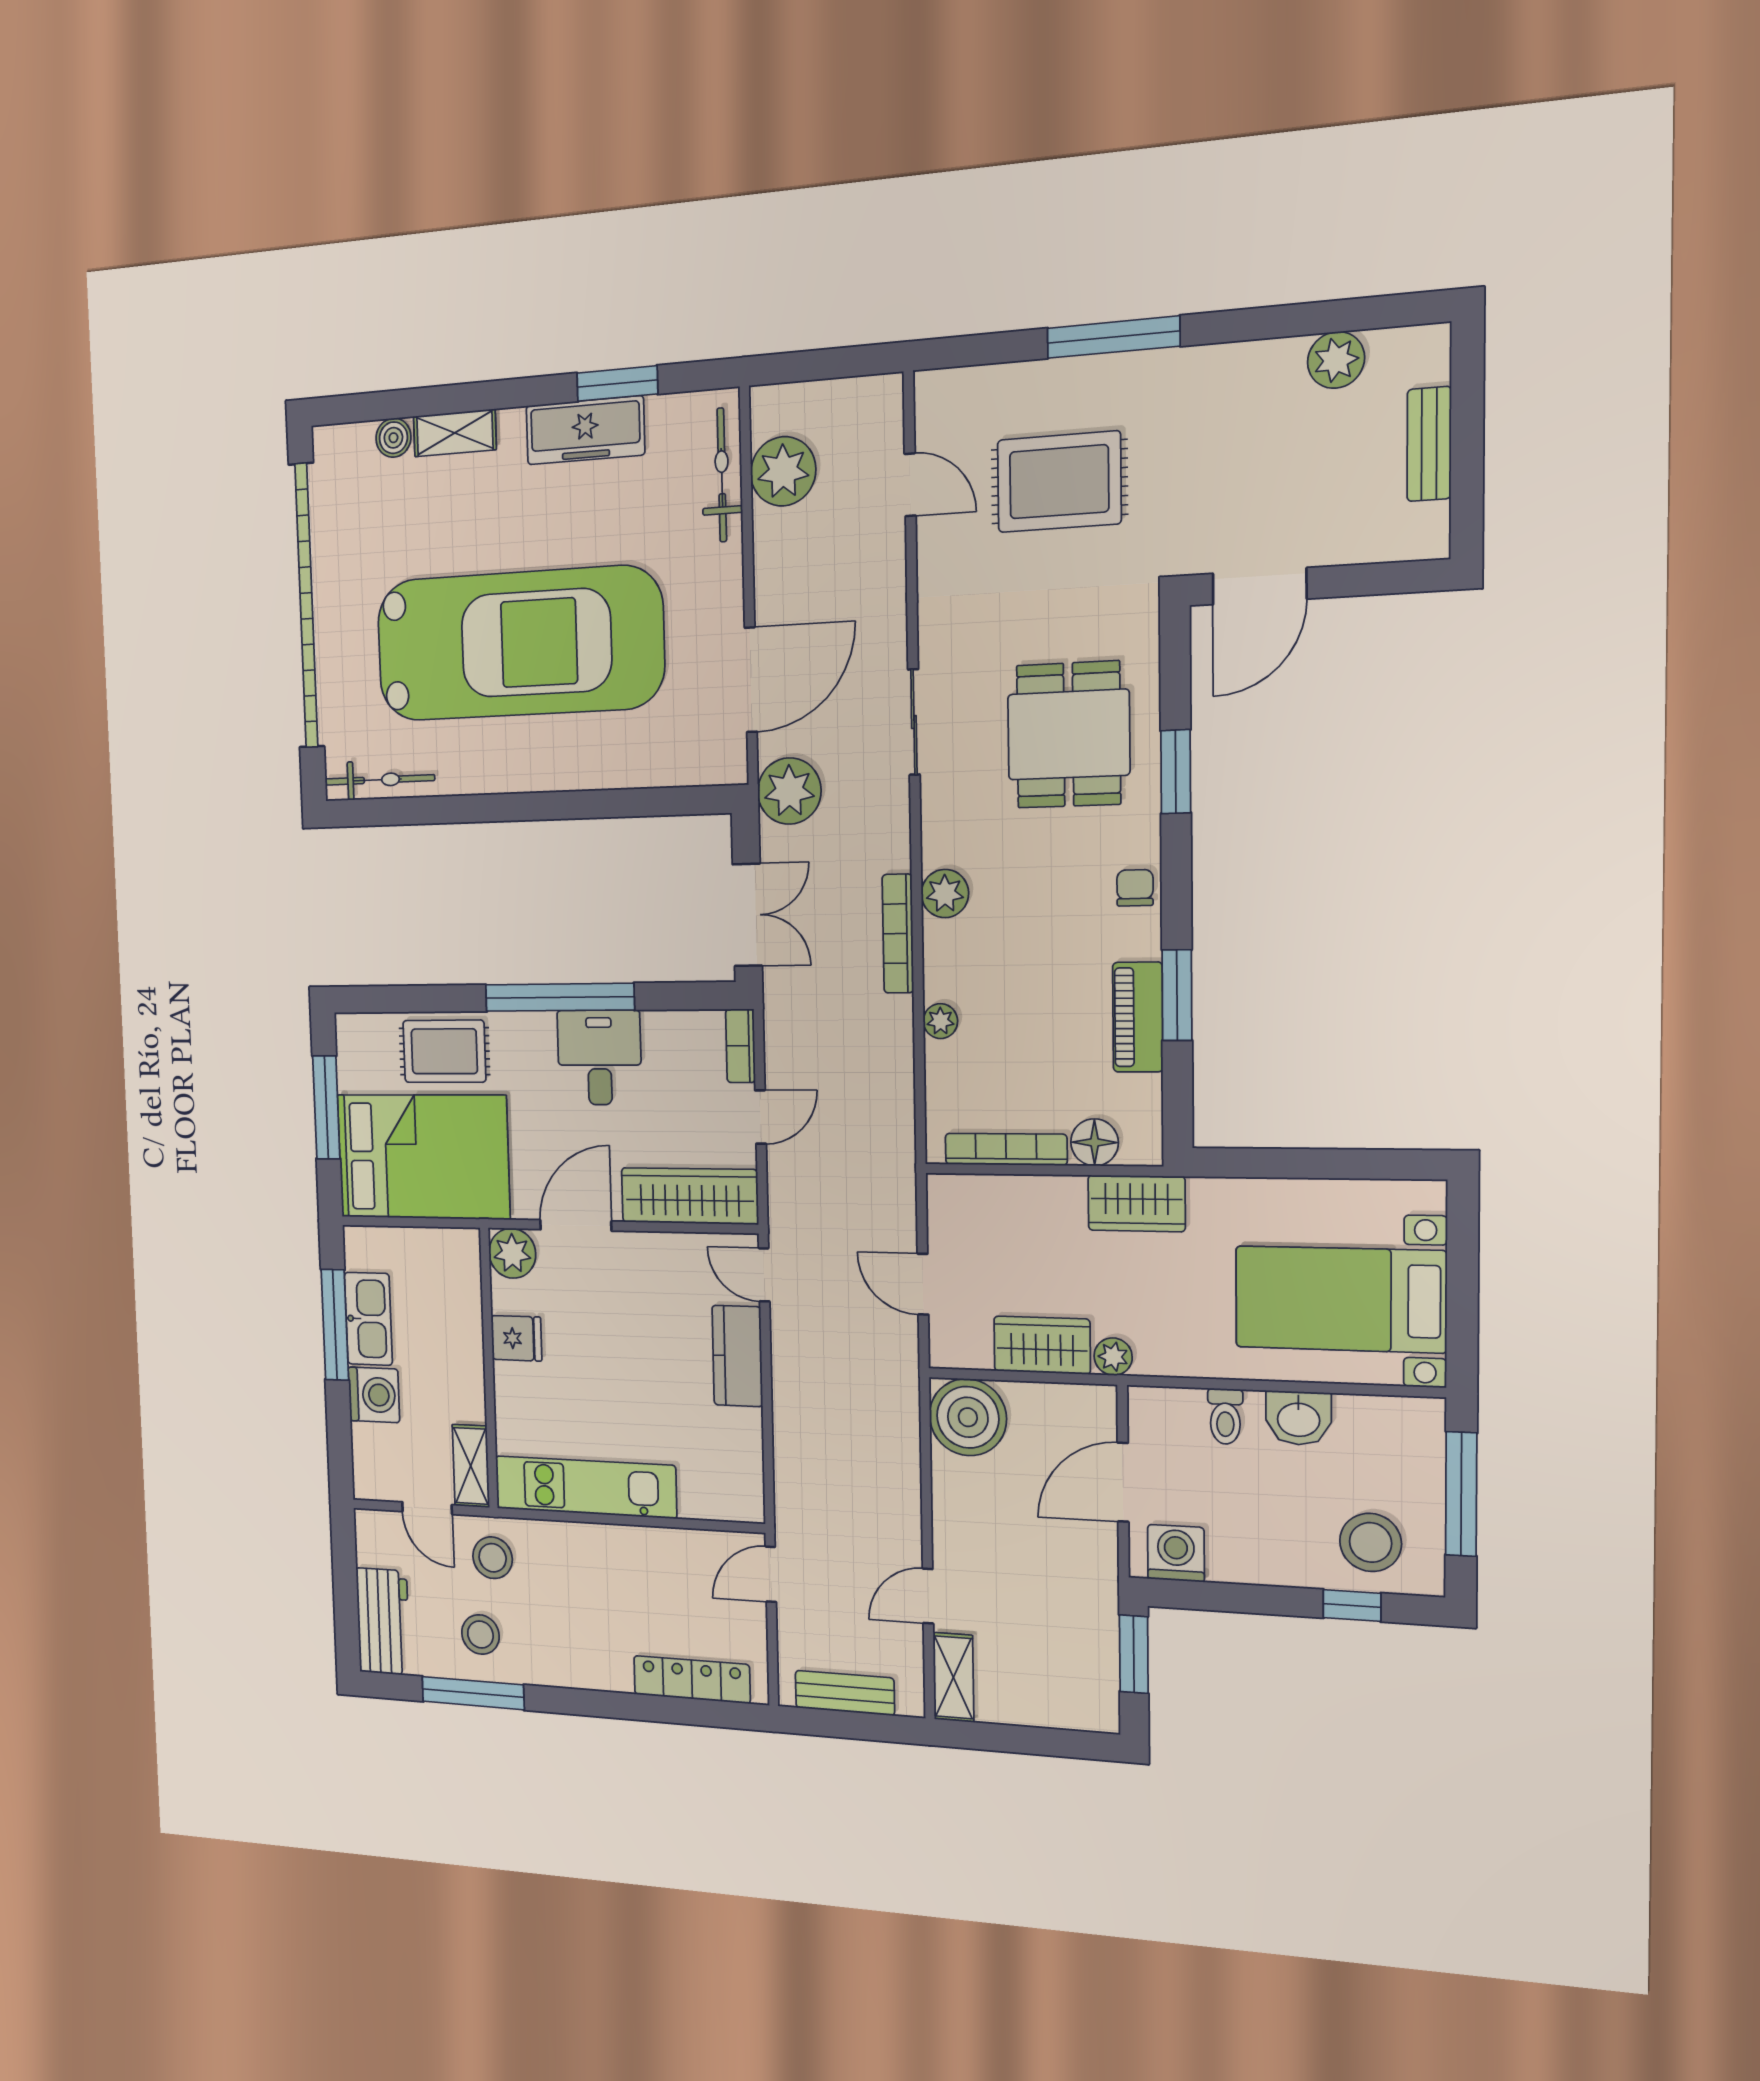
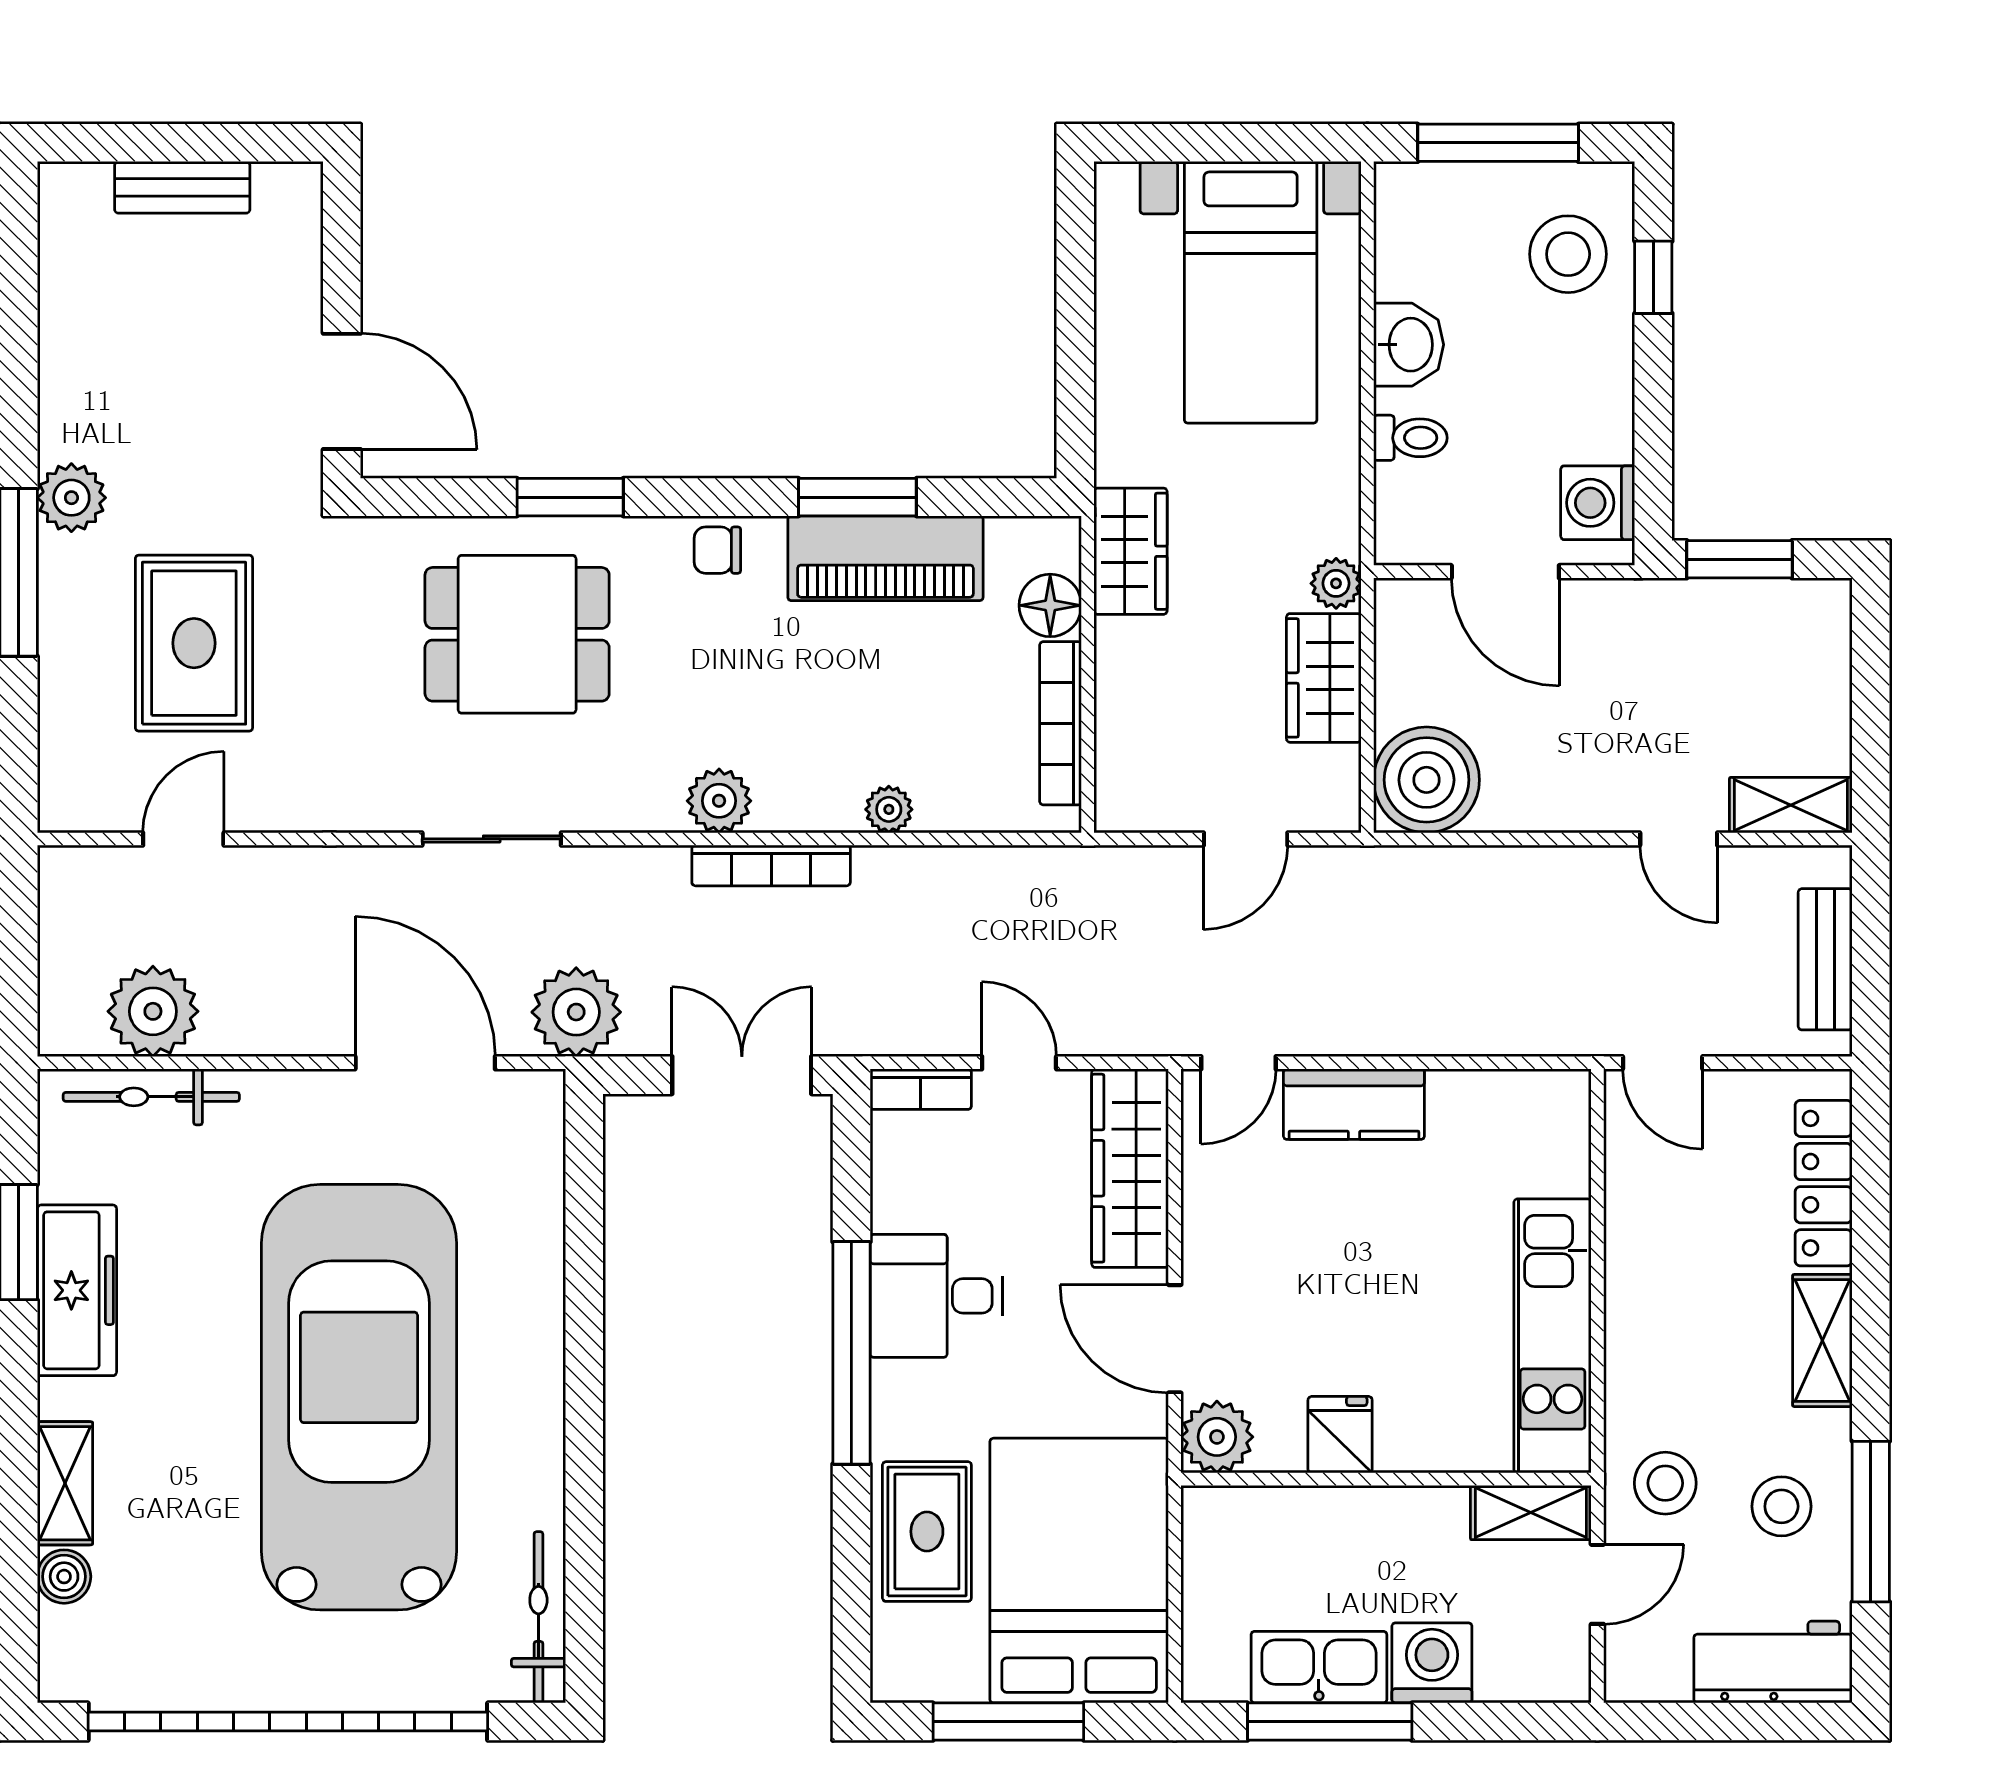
plant: (1336, 360) -> (71, 498), moved
piano: (1138, 1017) -> (885, 558), width x1.37, depth x1.33
shelving: (588, 1670) -> (1822, 1340), added

